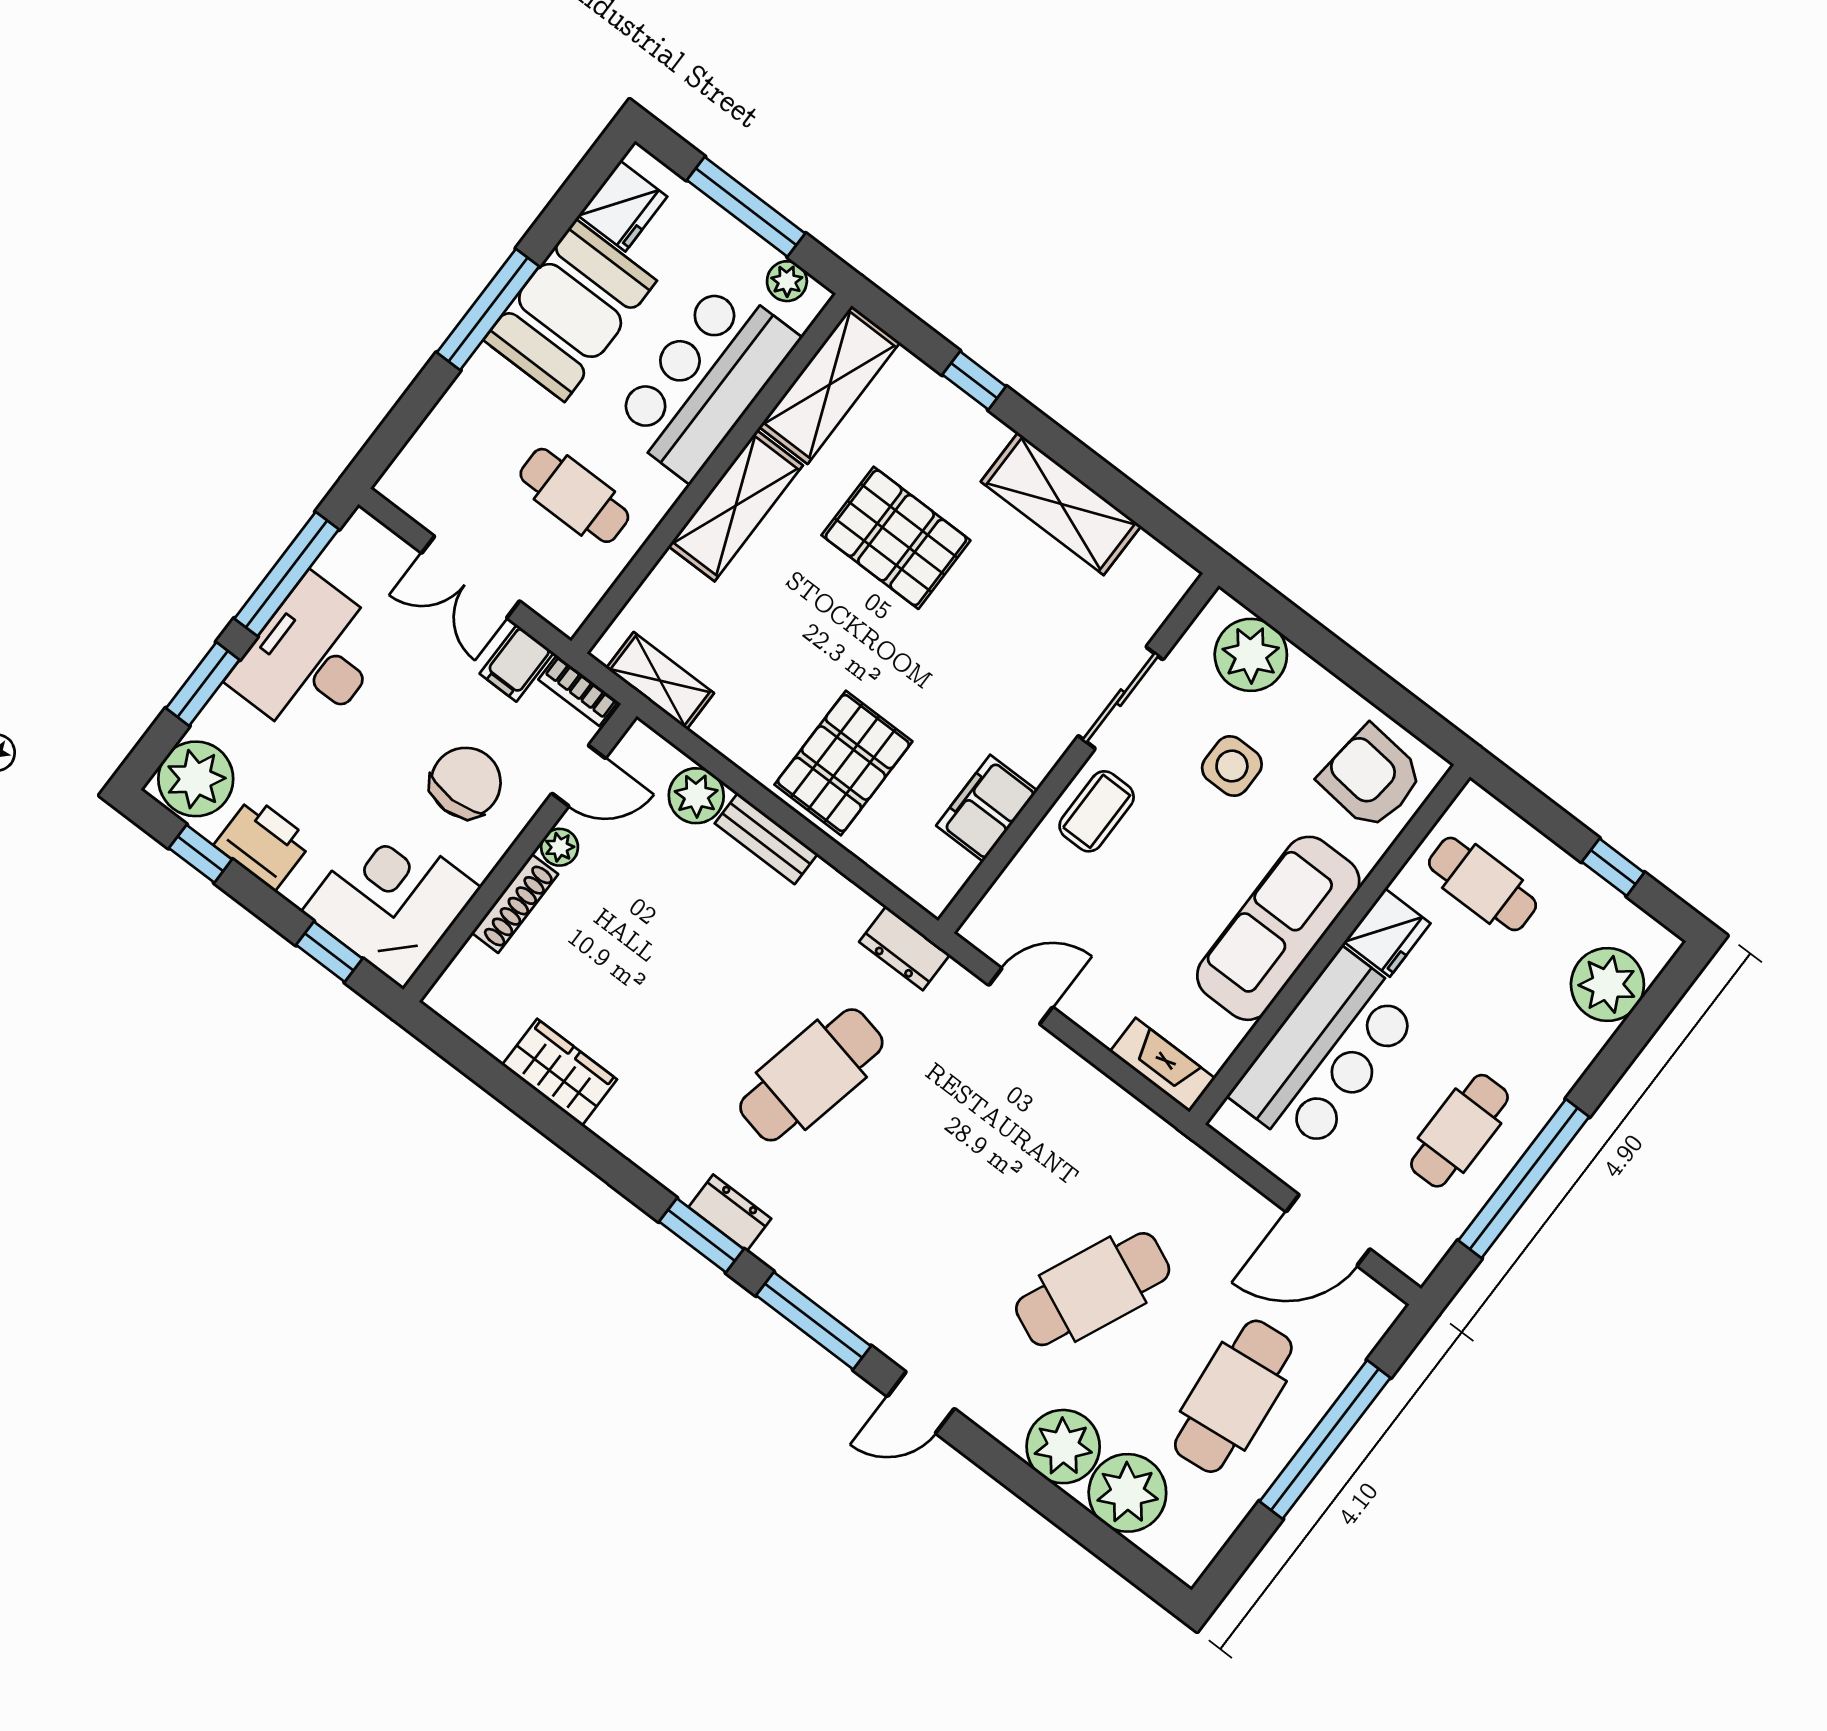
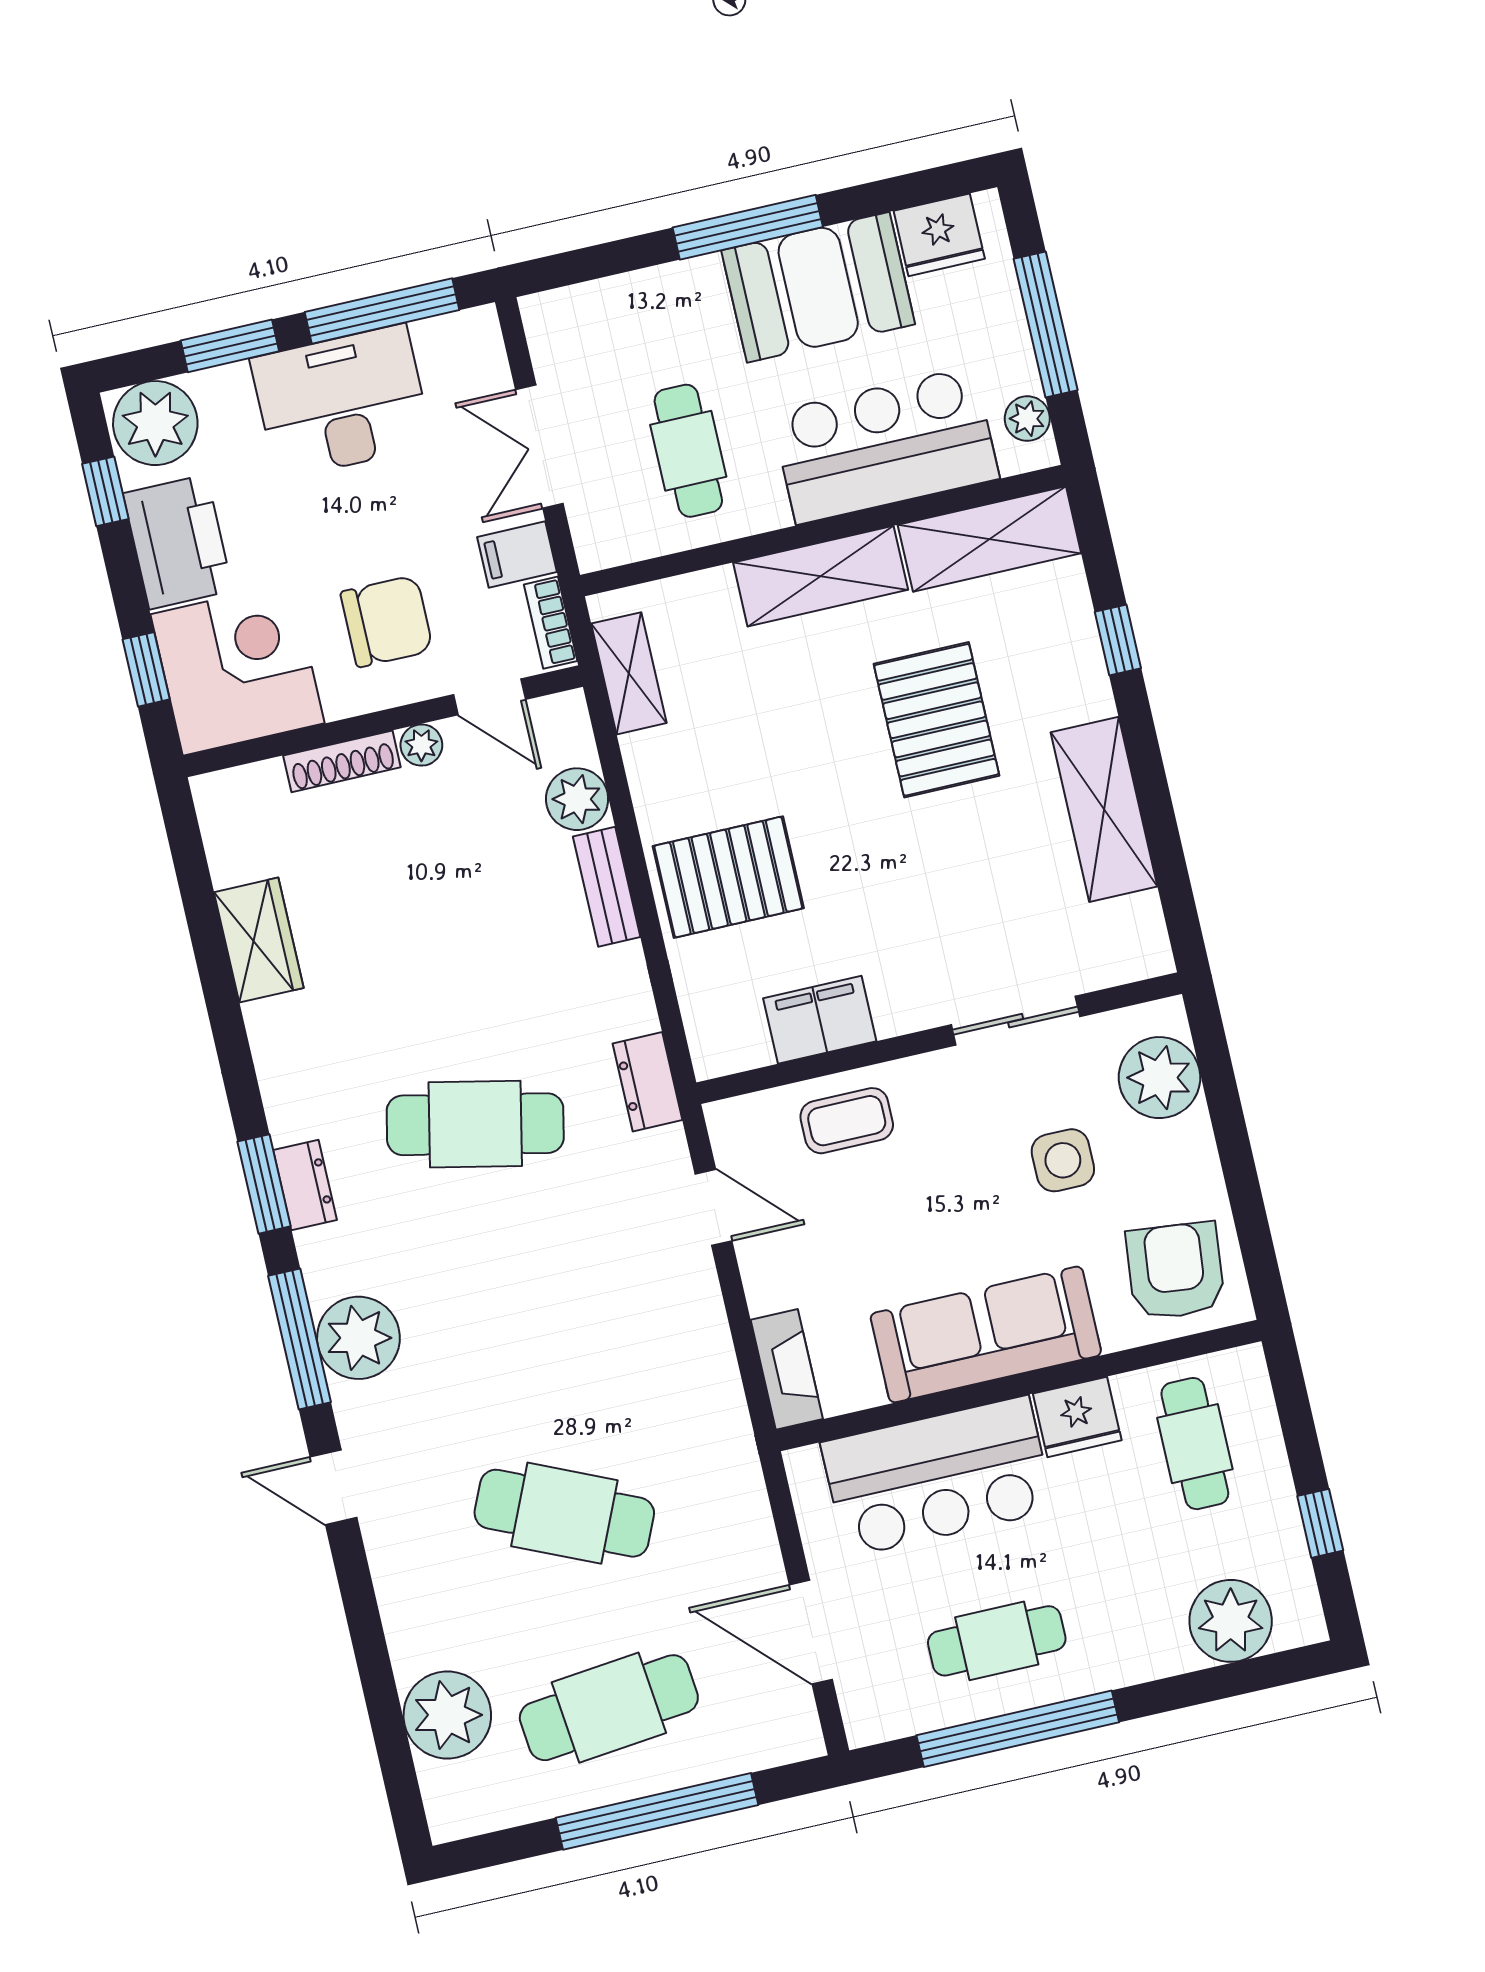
coffee table: (1097, 811) -> (847, 1121), moved
printer: (263, 843) -> (178, 542), width x1.37, depth x1.19
plant: (1063, 1447) -> (358, 1338), moved

